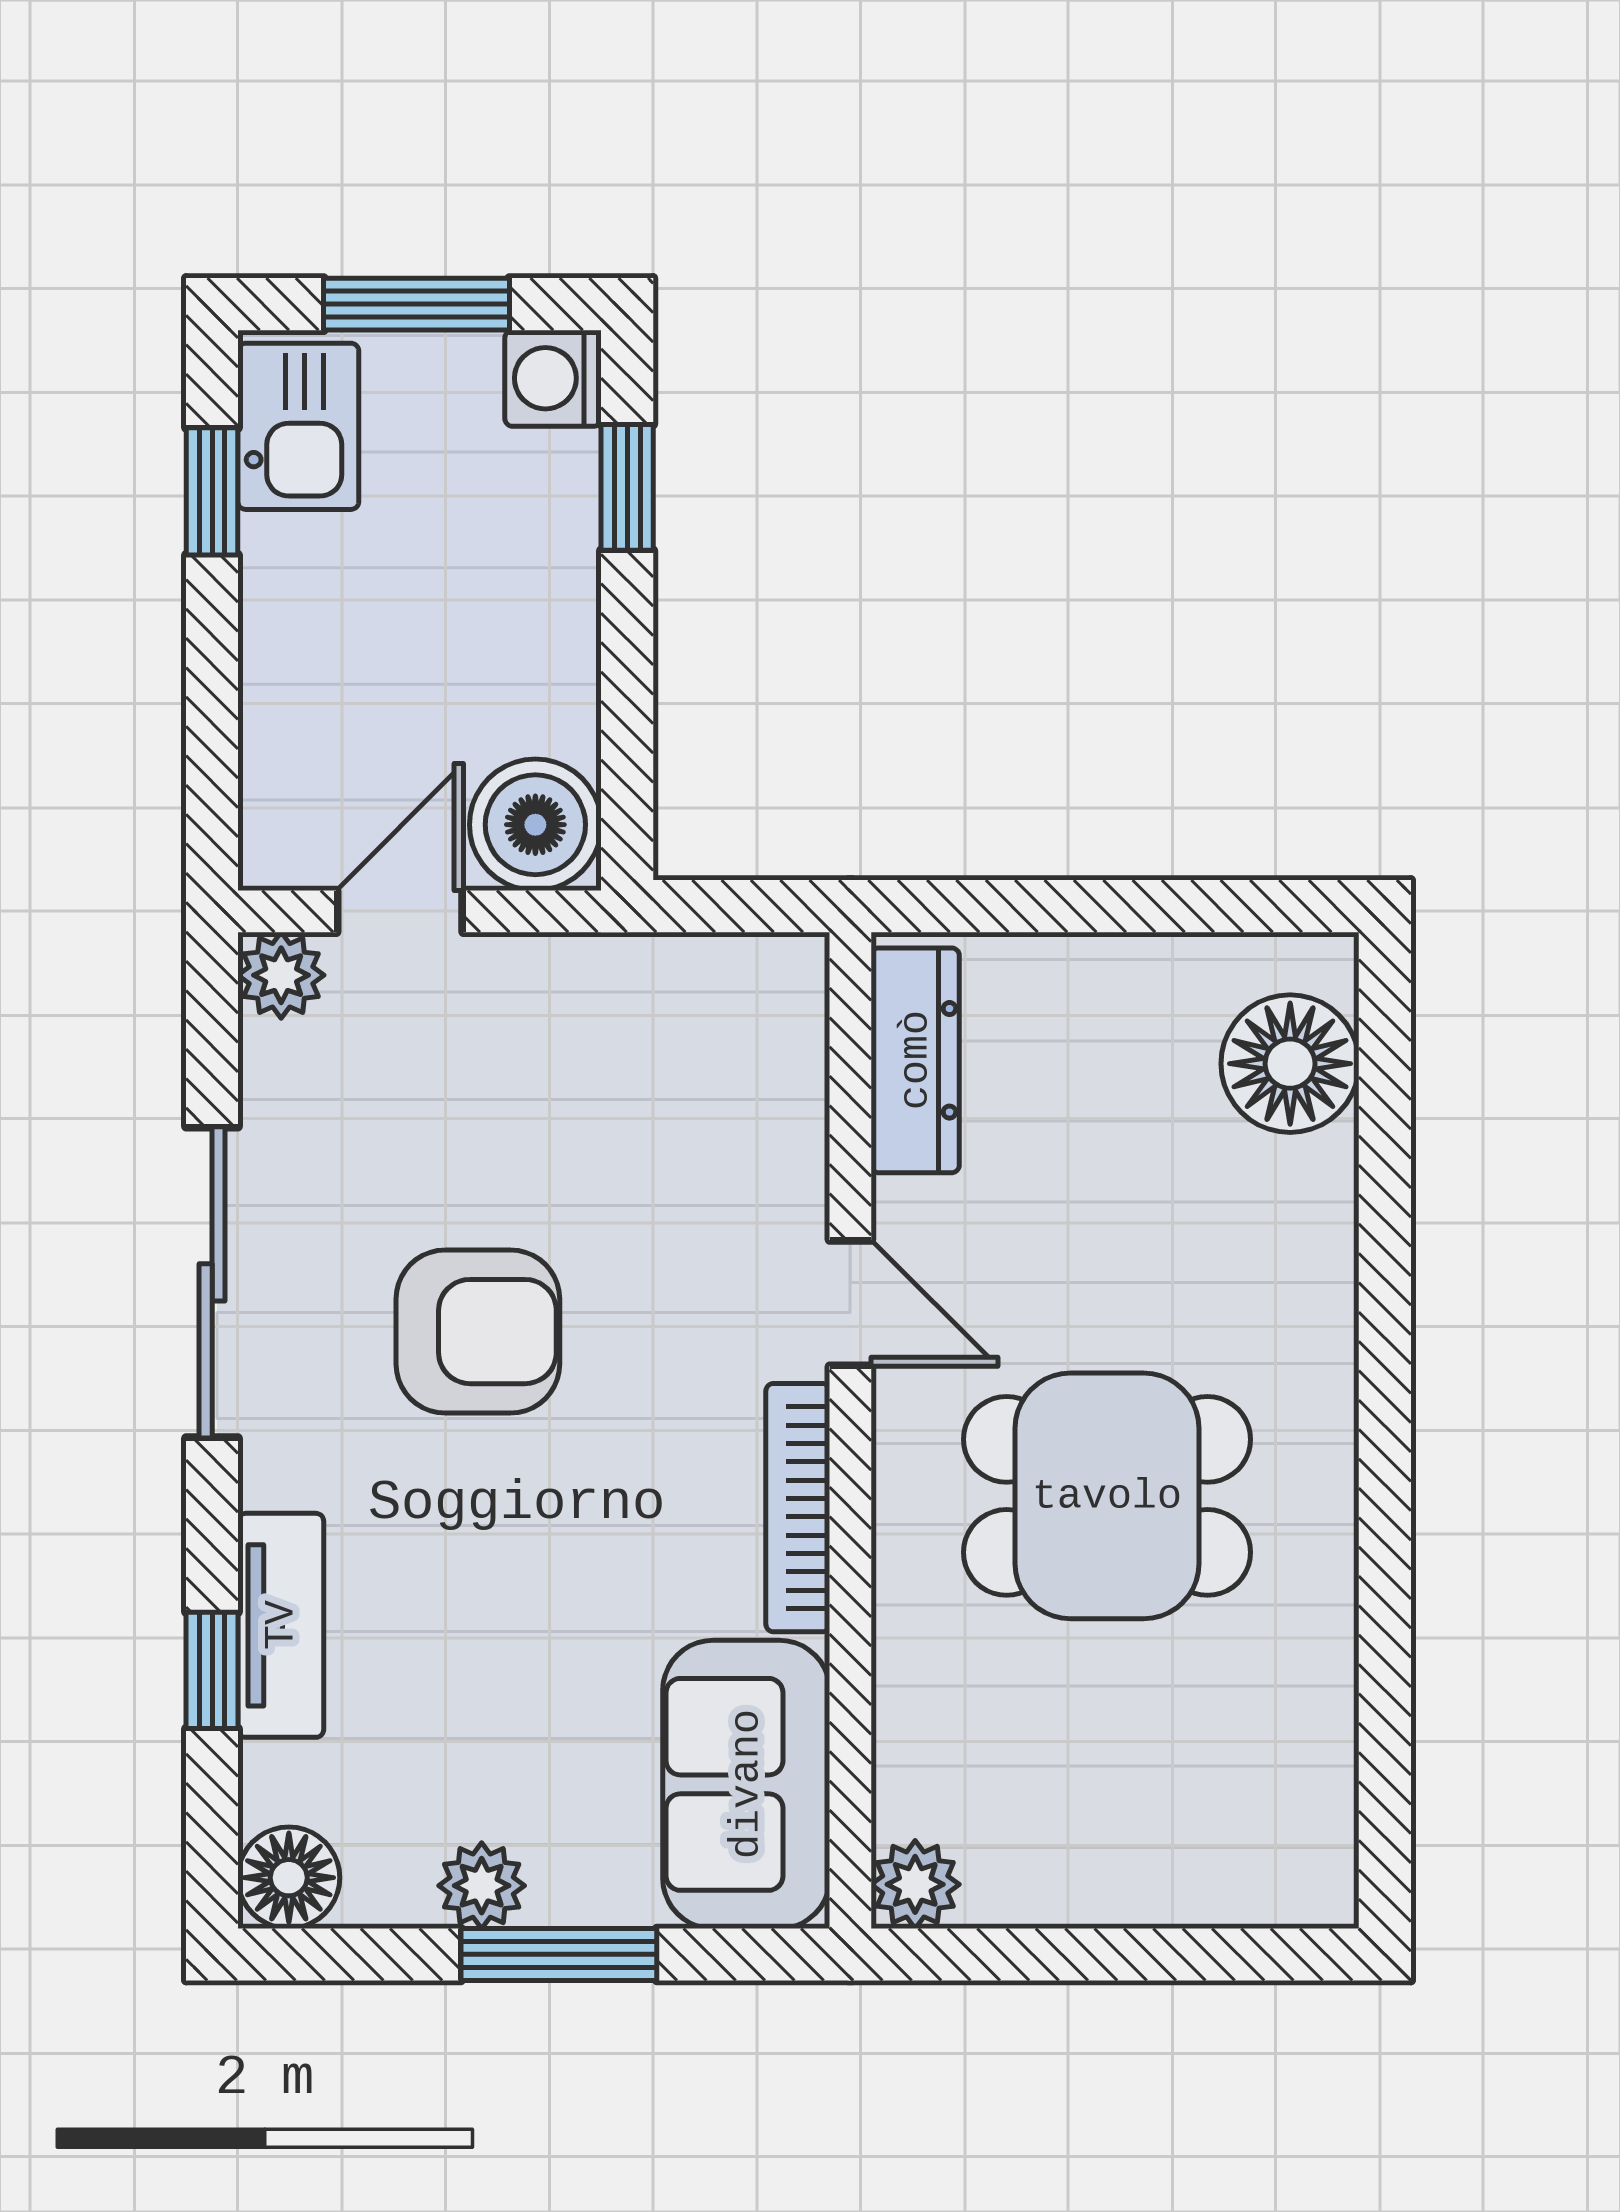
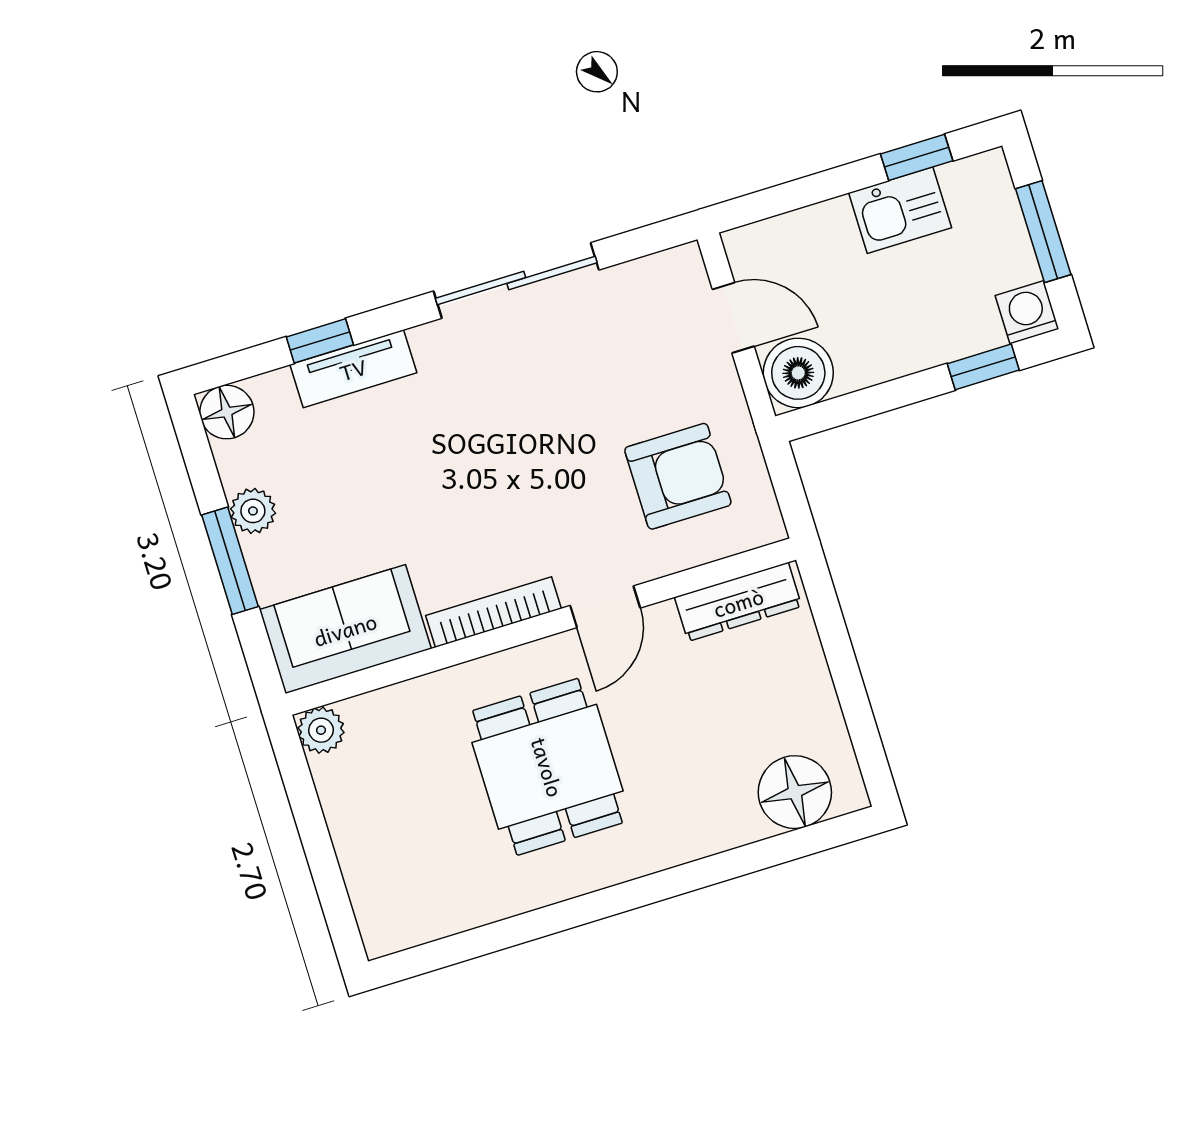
kitchen sink: (298, 426) -> (900, 210), moved
plant: (281, 975) -> (682, 268), removed
armchair: (478, 1332) -> (678, 476), moved, turned -90

